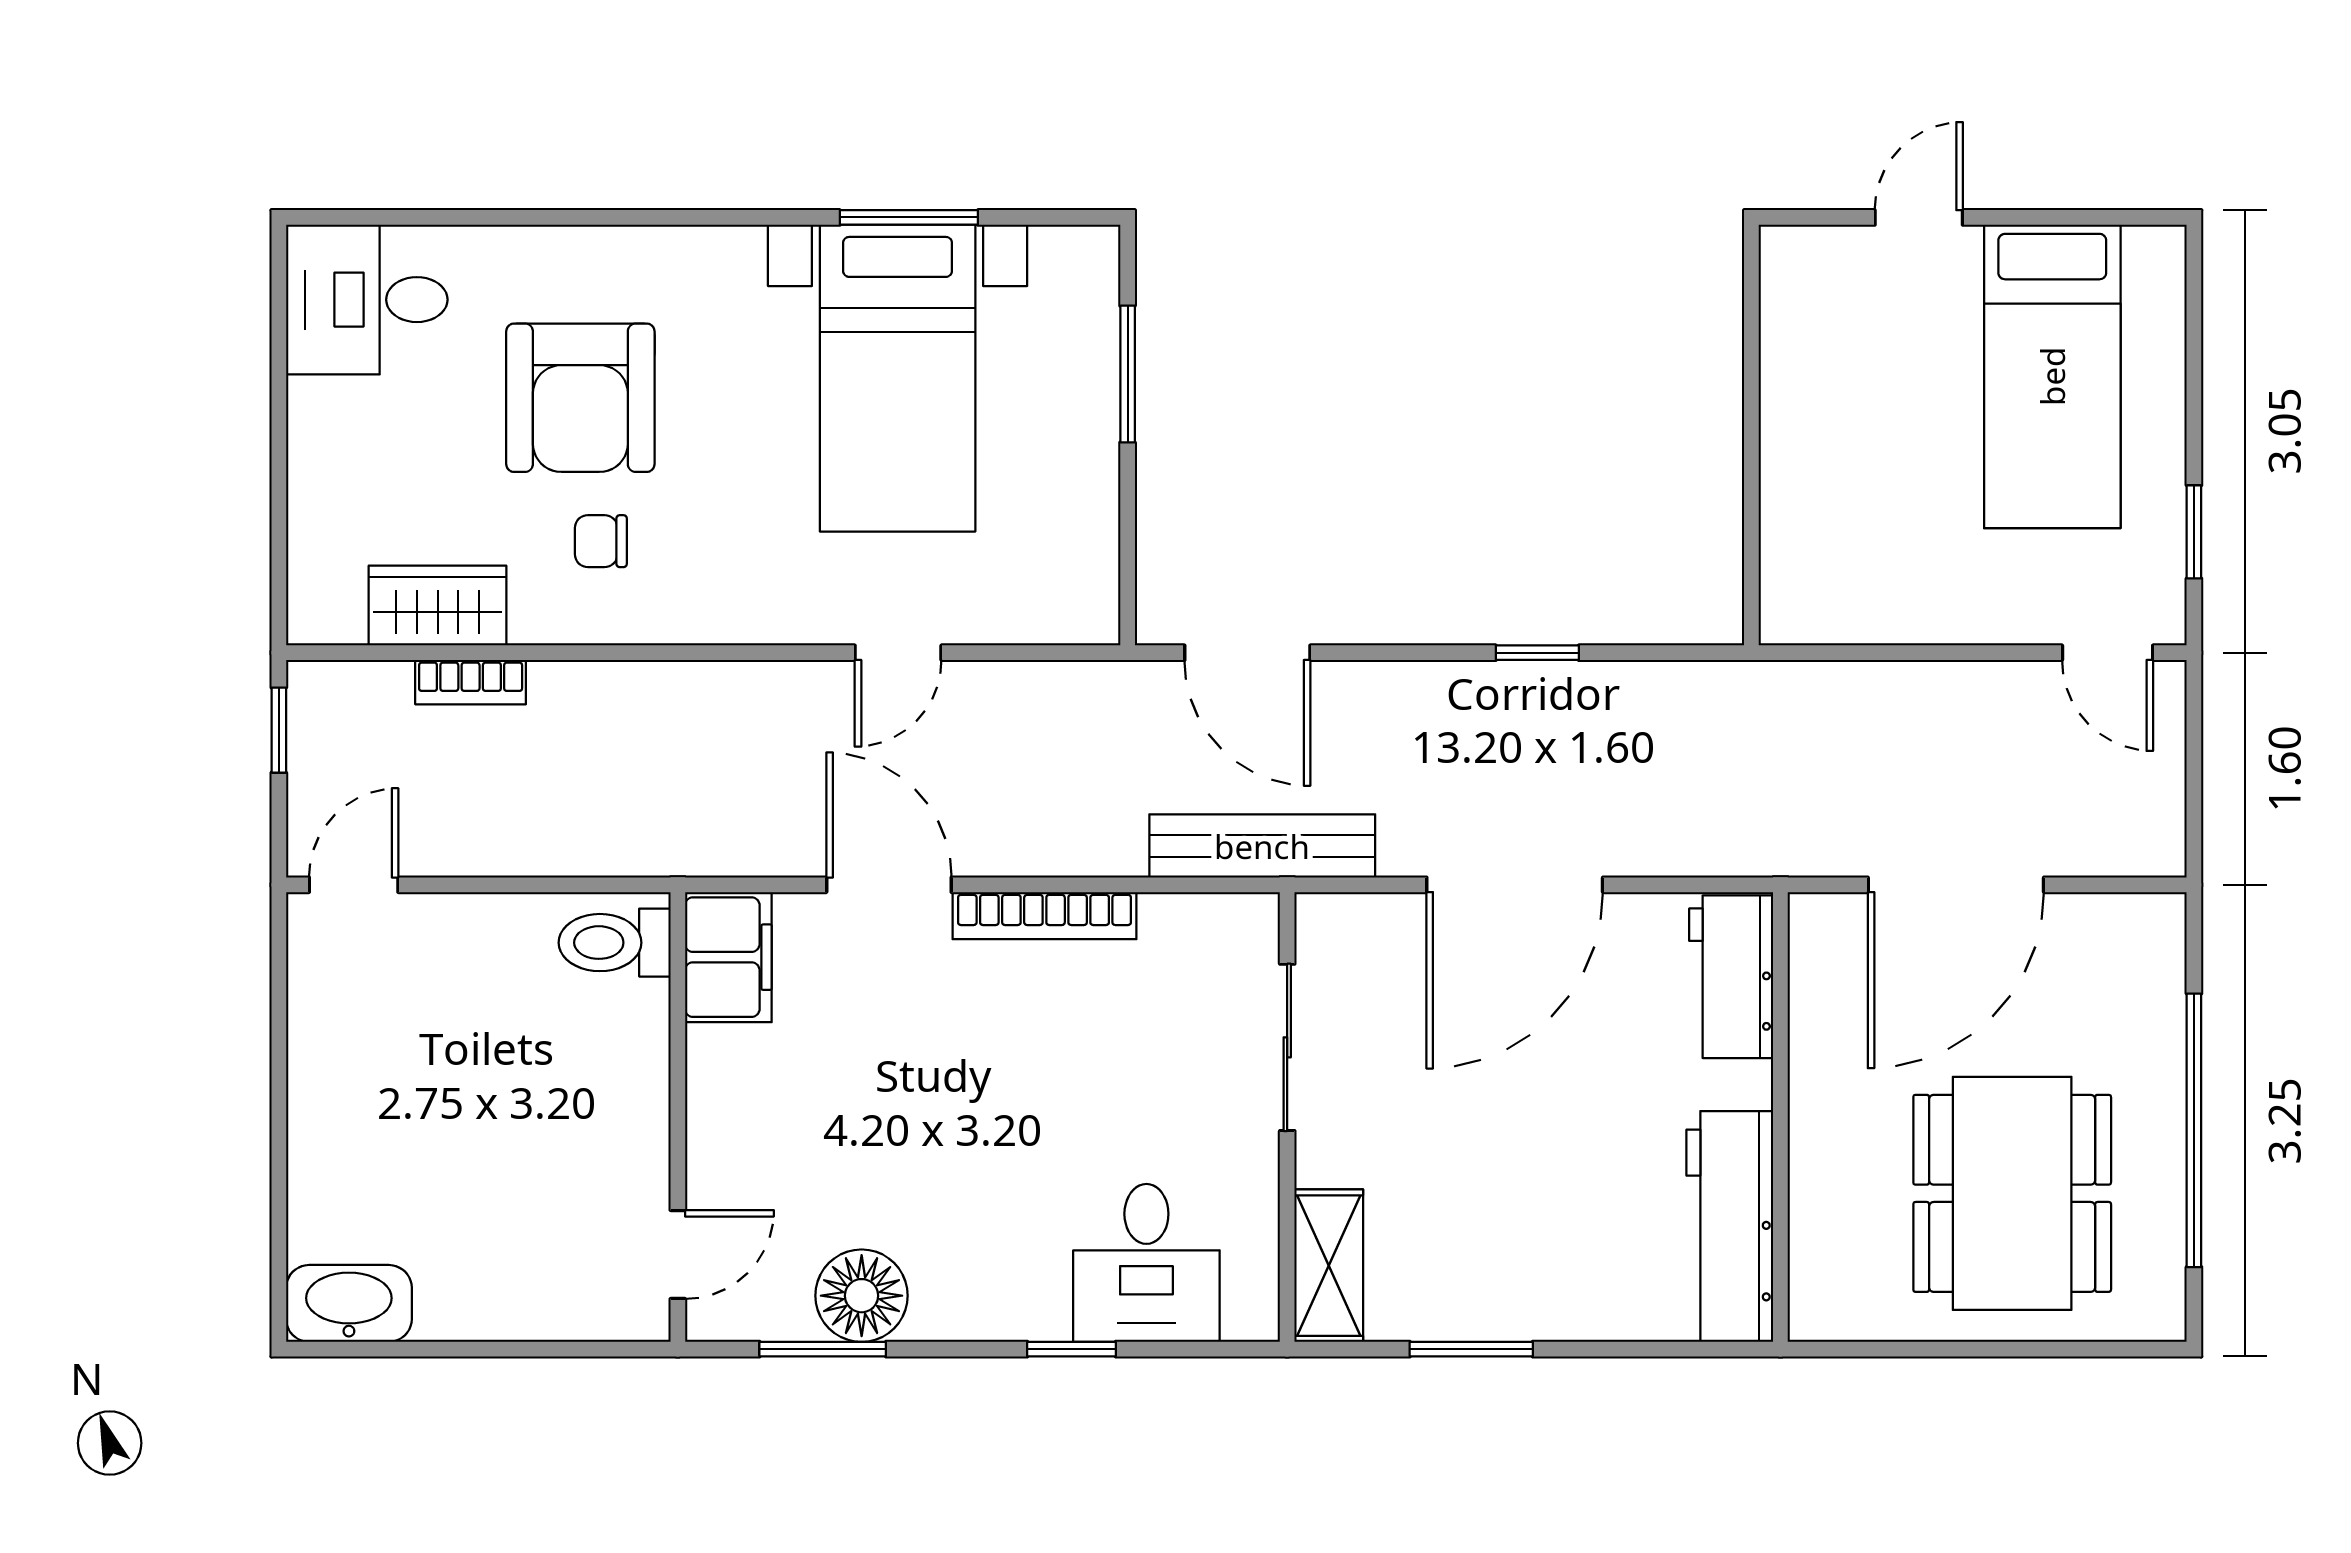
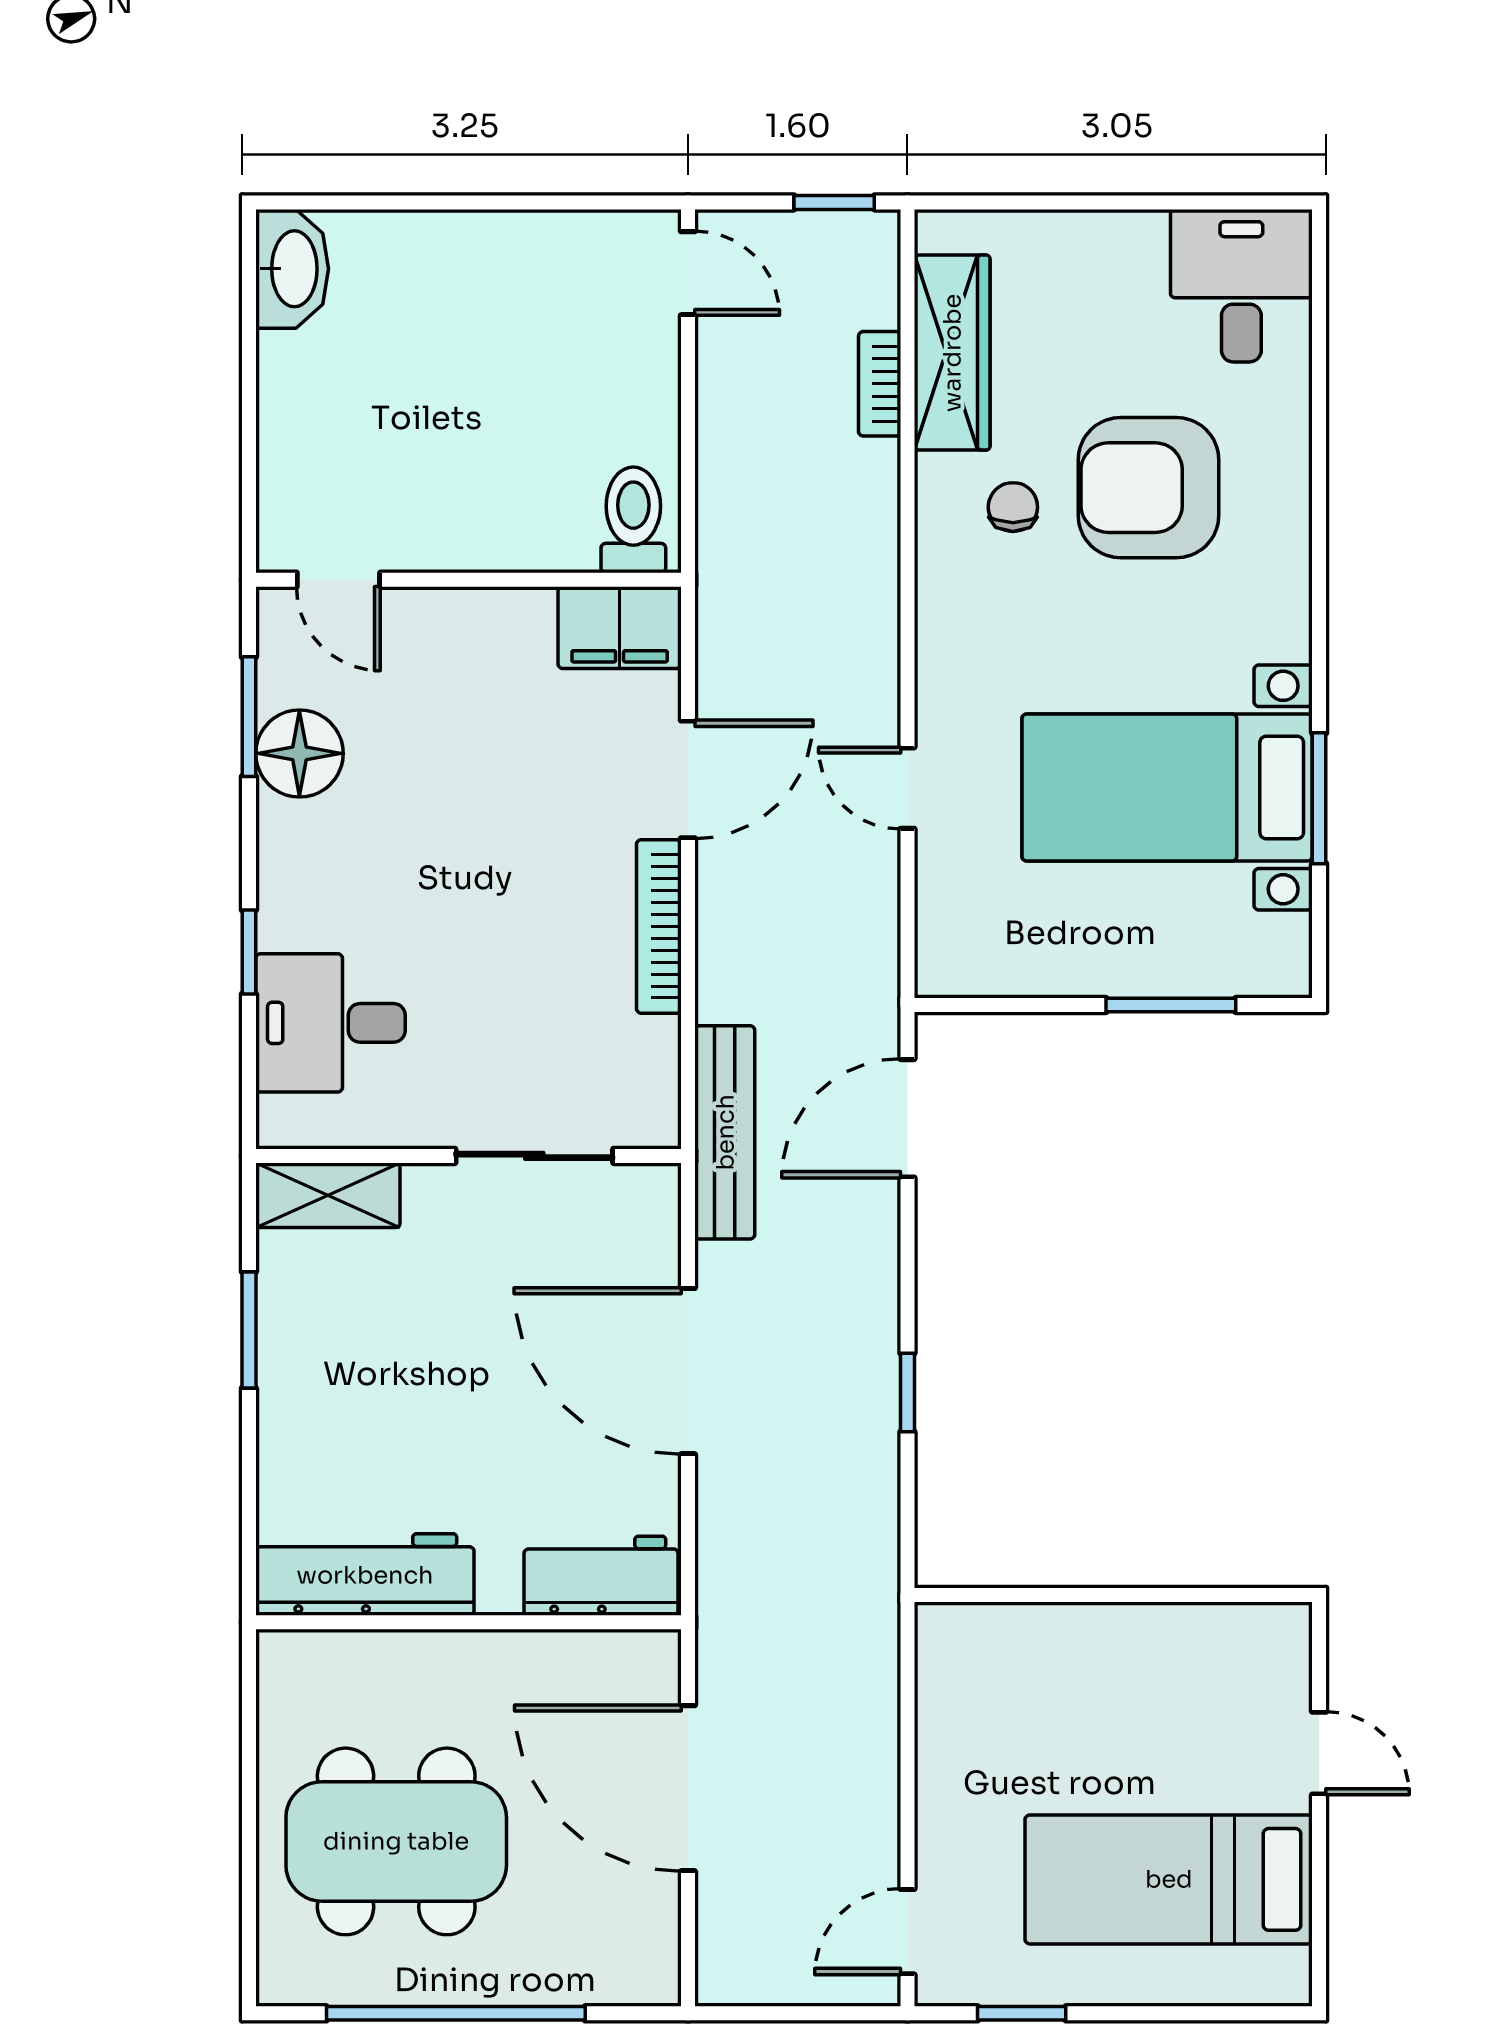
wardrobe: (438, 606) -> (952, 353), width x1.50

